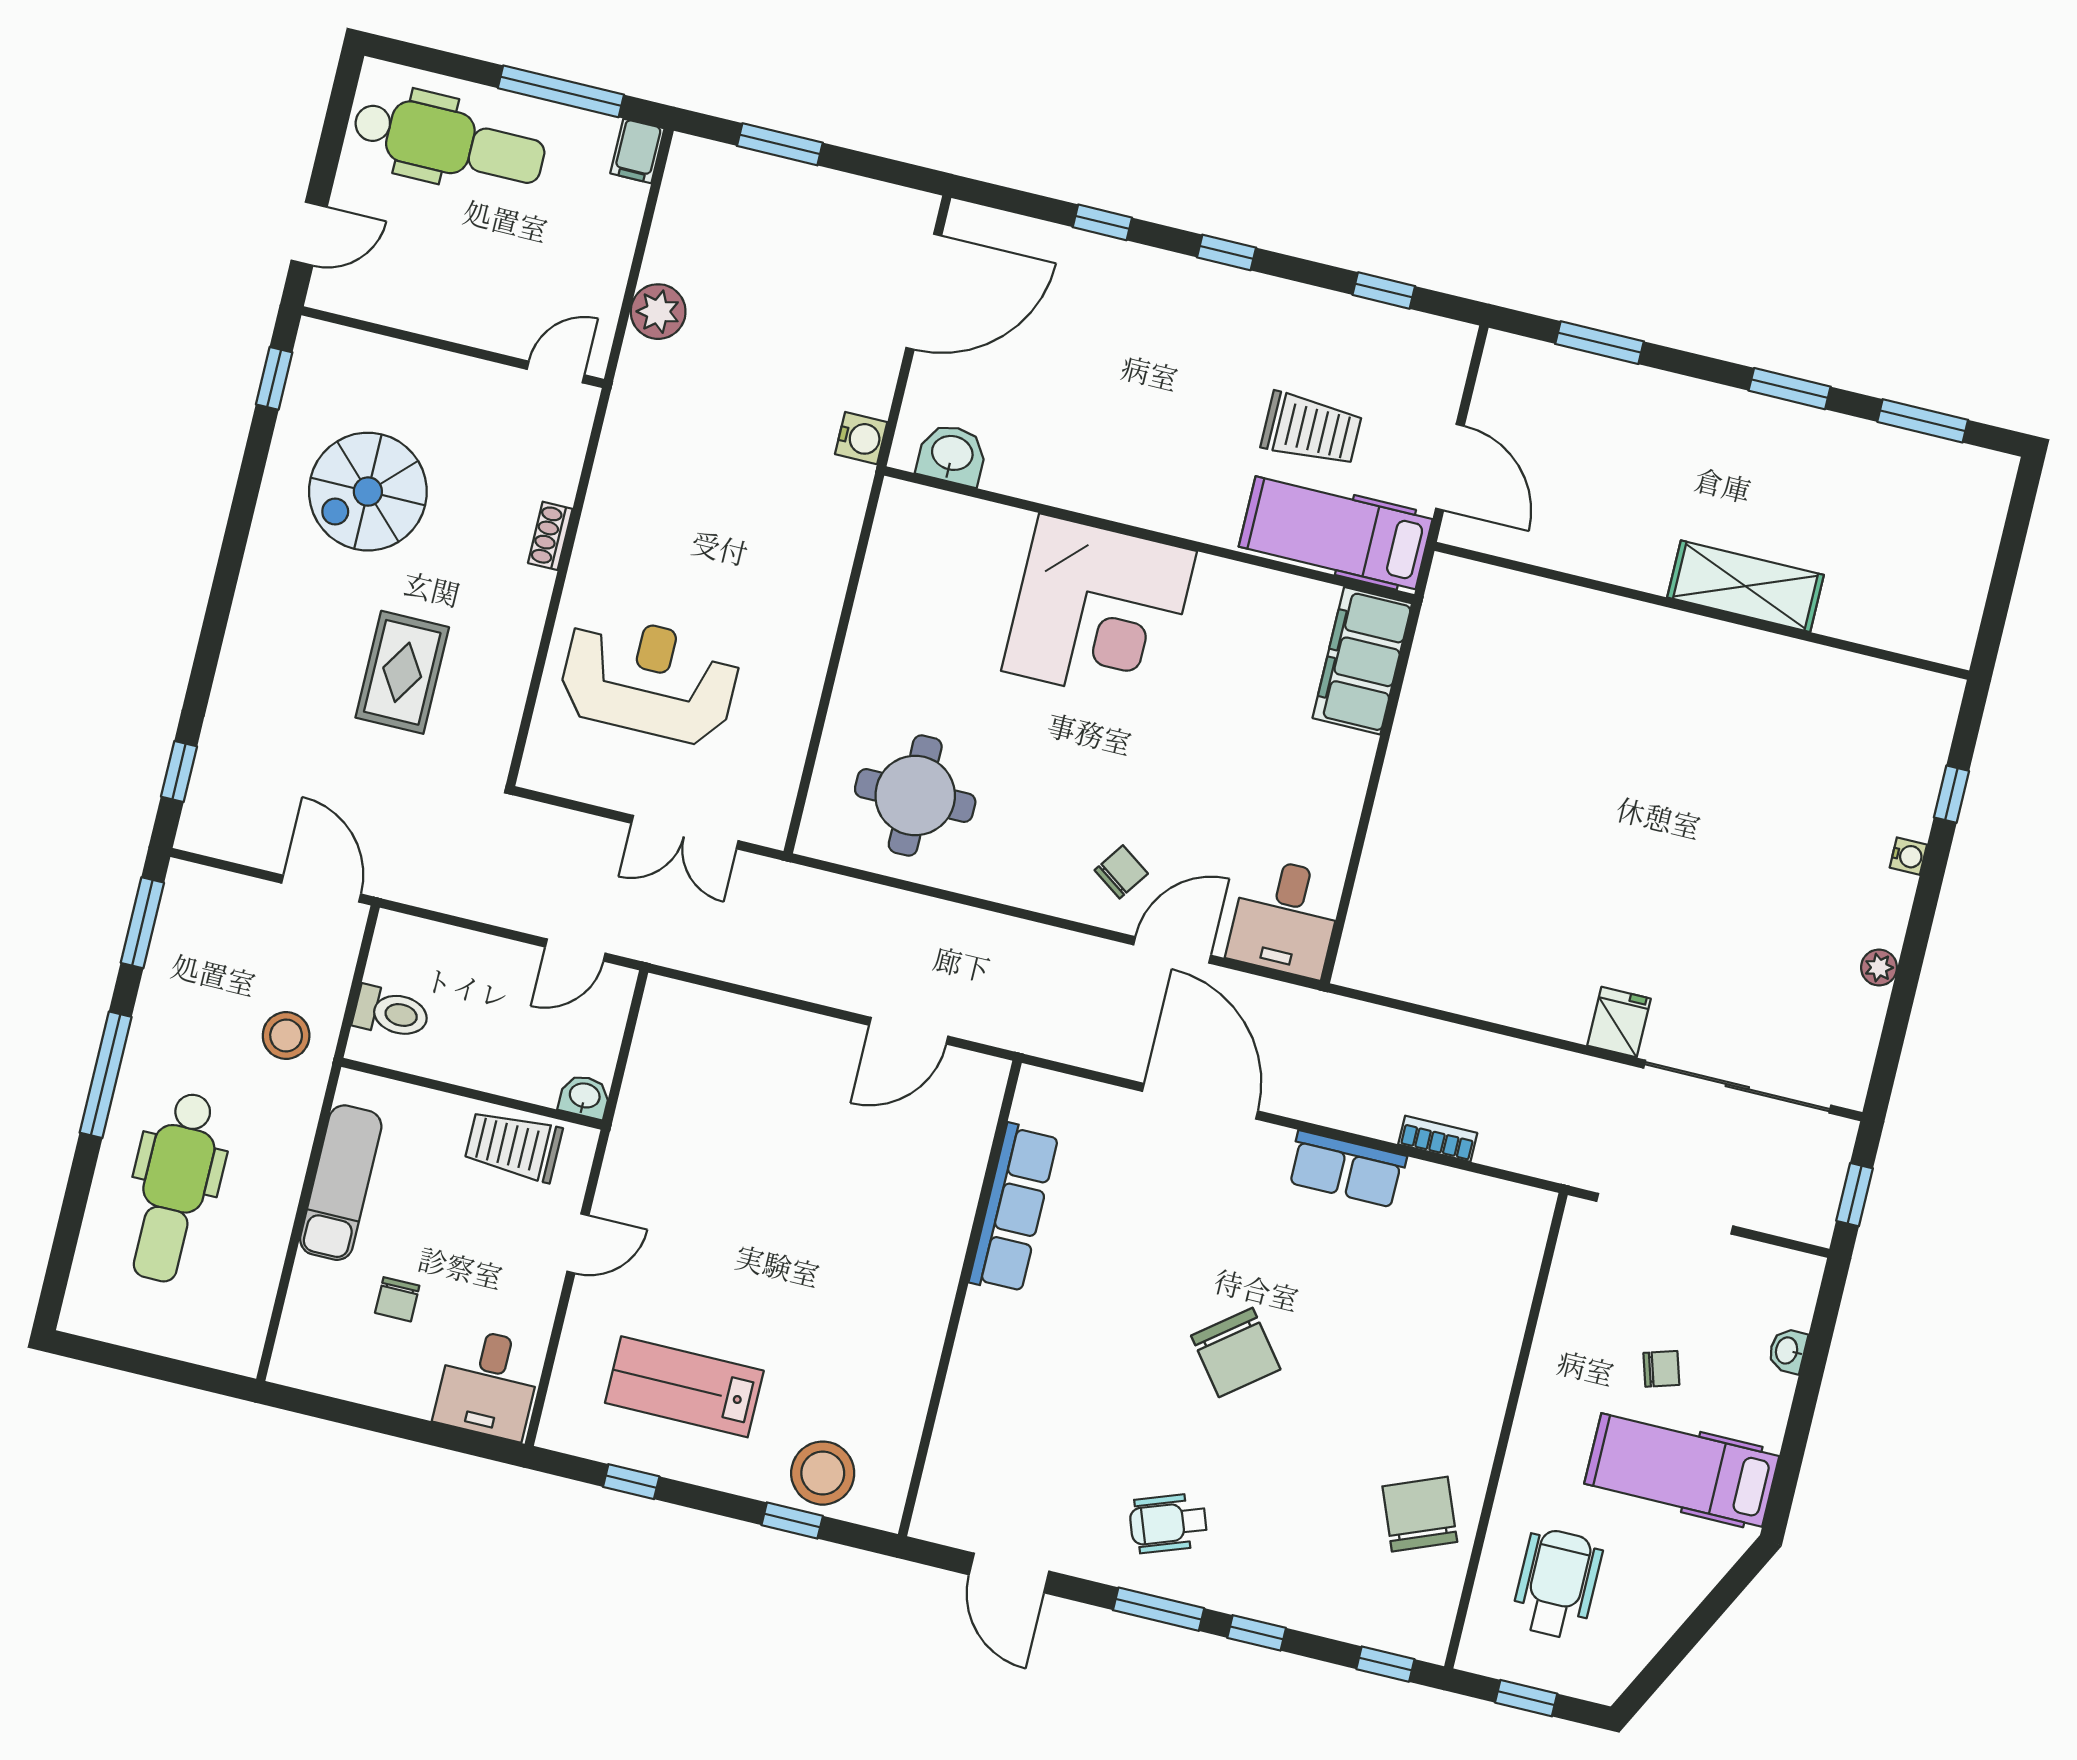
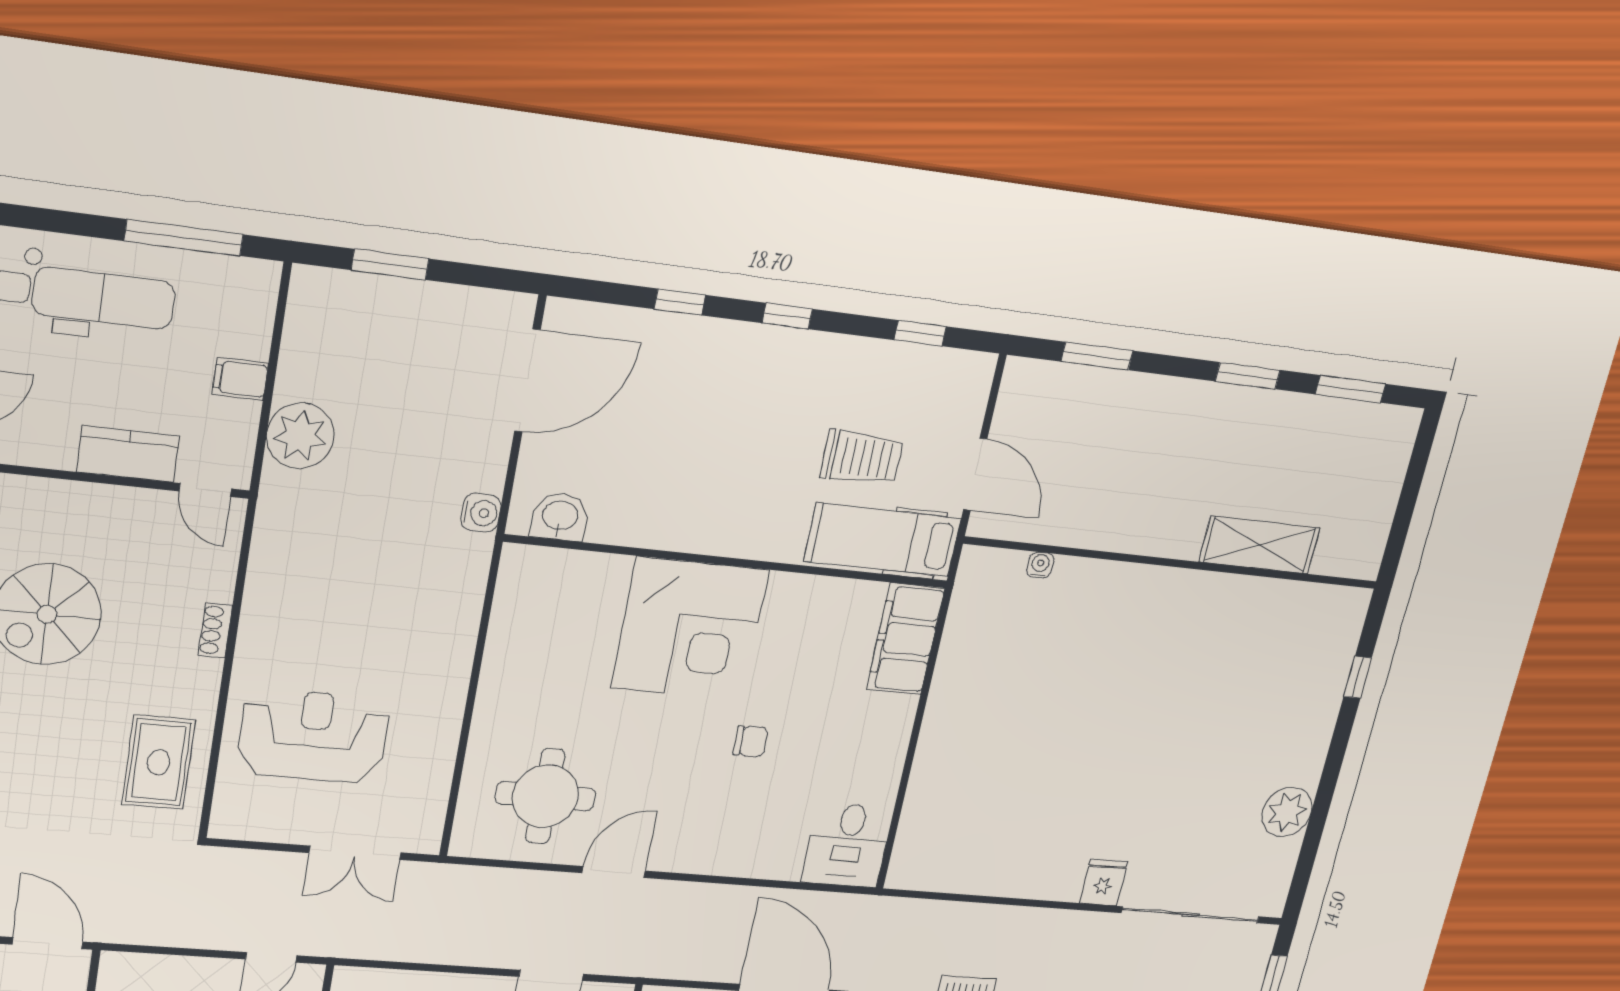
filing cabinet: (637, 151) -> (240, 379), moved, turned 90
plant: (658, 312) -> (300, 436), width x1.36, depth x1.36
kitchen counter: (476, 321) -> (128, 454), added
door: (556, 372) -> (205, 490), swing flipped
shelving: (1745, 586) -> (1259, 545), moved
rug: (402, 672) -> (159, 762), moved
water cooler: (1908, 856) -> (1040, 565), moved, turned -90
chair: (1121, 872) -> (751, 741), moved, turned 54
door: (1172, 950) -> (614, 872), moved
plant: (1879, 968) -> (1287, 812), width x1.88, depth x1.88

